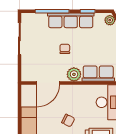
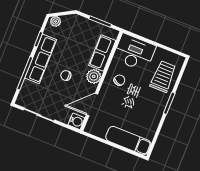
water cooler: (27, 75) -> (76, 121), added
door: (48, 83) -> (92, 104), swing flipped
chair: (68, 121) -> (119, 80), moved

